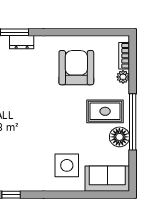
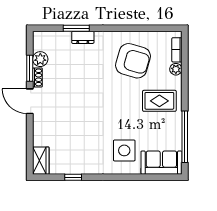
armchair: (76, 68) -> (133, 61), turned 106
window: (133, 122) -> (185, 137), moved
floor lamp: (119, 137) -> (173, 124), removed

